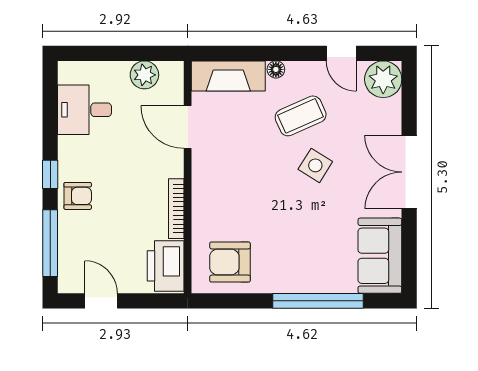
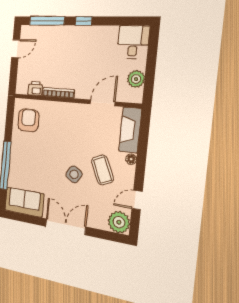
desk: (84, 110) -> (133, 42), moved
armchair: (78, 196) -> (70, 37), removed
printer: (166, 266) -> (35, 89), width x0.53, depth x0.68

